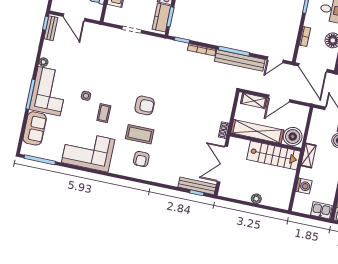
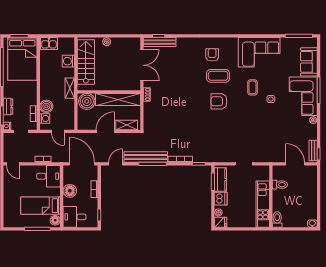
stairs: (274, 155) -> (86, 62), moved, turned 90

